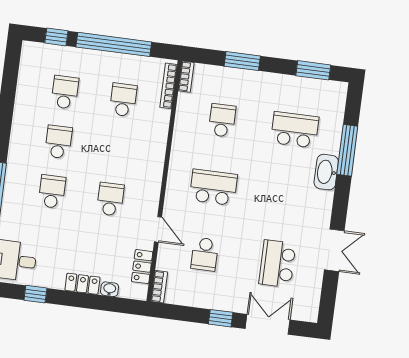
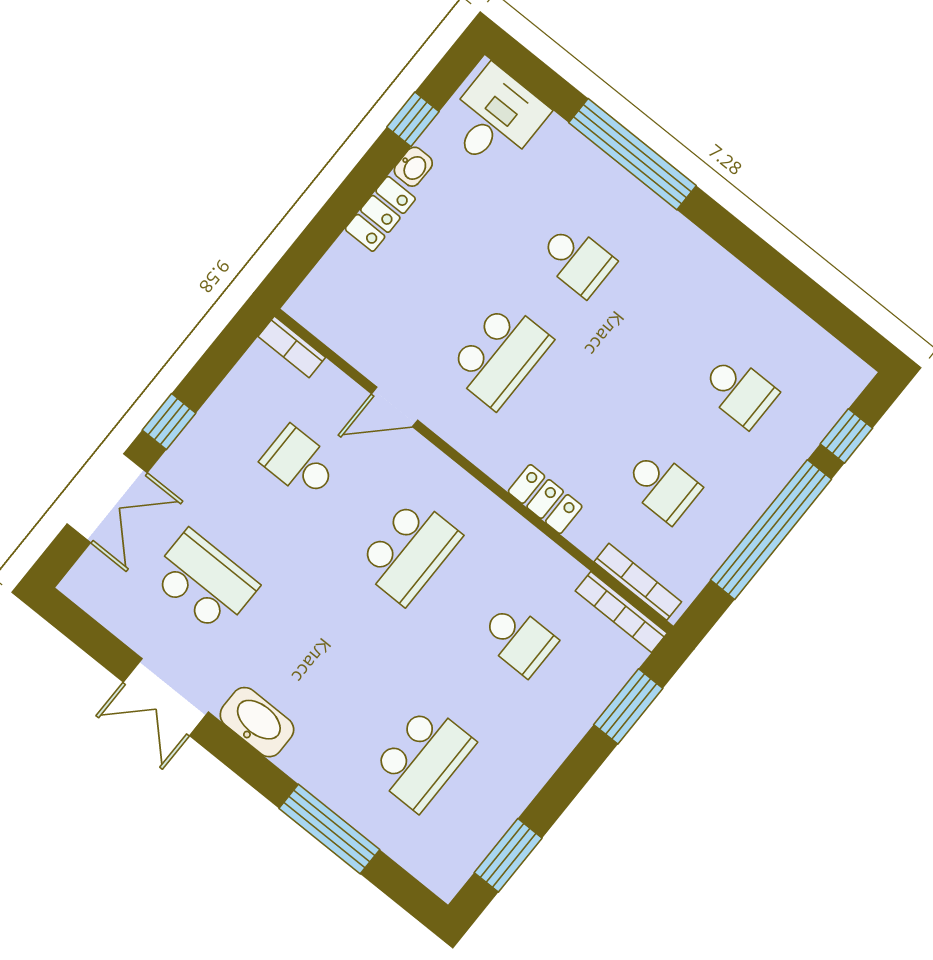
window: (242, 61) -> (628, 706), moved
bookcase: (186, 77) -> (621, 612), width x1.56
school desk: (58, 142) -> (658, 326), removed
washbasin: (326, 172) -> (257, 722), moved
school desk: (110, 199) -> (500, 355), width x1.85
locker: (142, 267) -> (545, 499), moved
washbasin: (110, 289) -> (413, 167), moved

